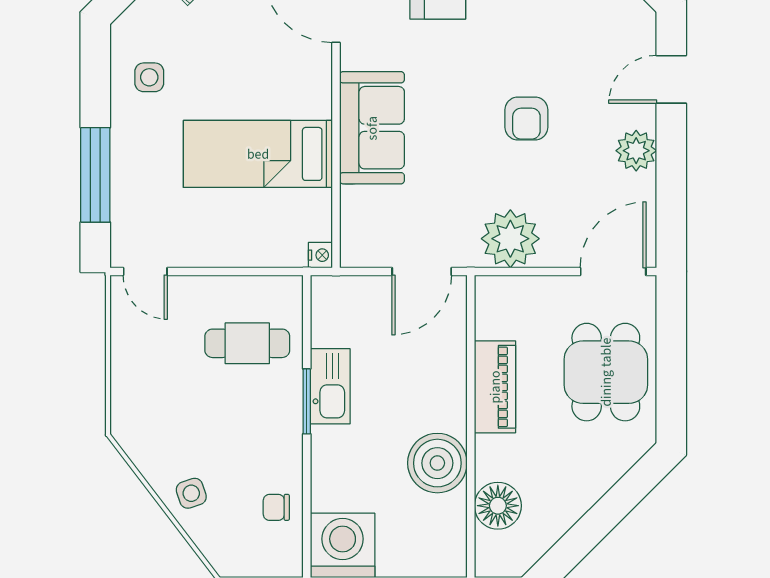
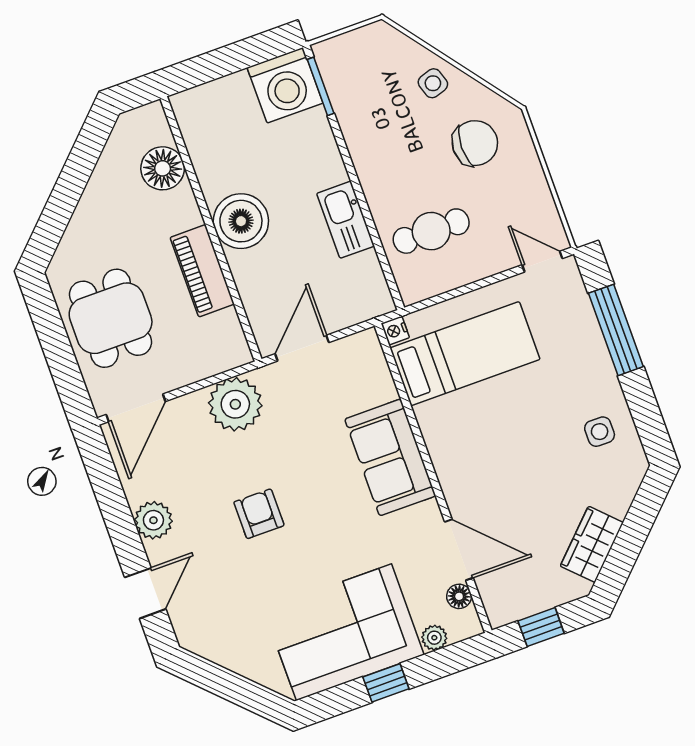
bed: (258, 154) -> (465, 354), moved
window: (307, 401) -> (321, 86), moved
boiler: (437, 463) -> (241, 221), moved
chair: (276, 507) -> (475, 143), moved, width x1.87, depth x1.87

